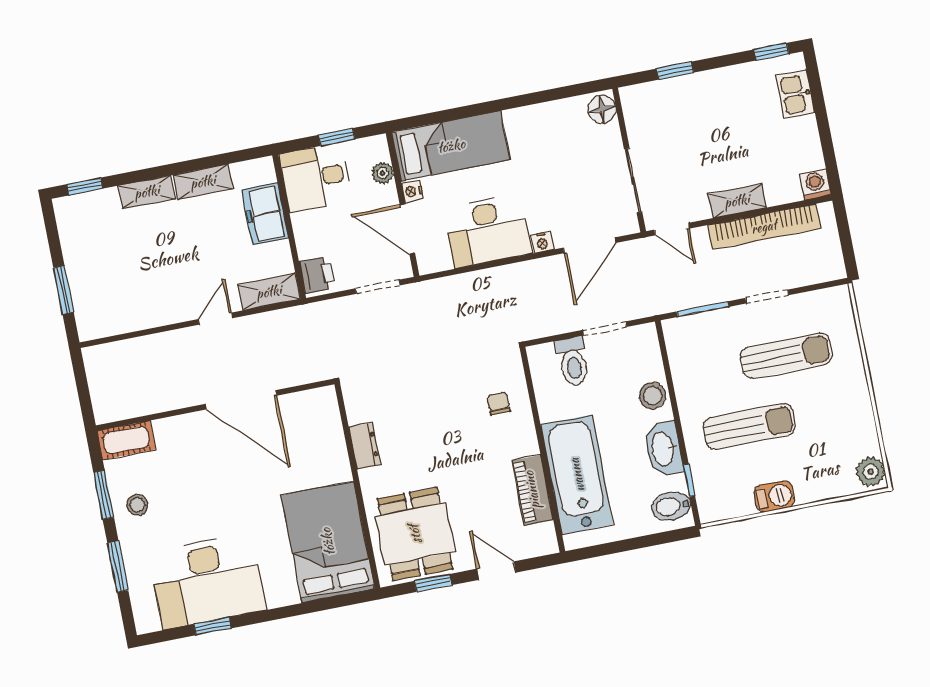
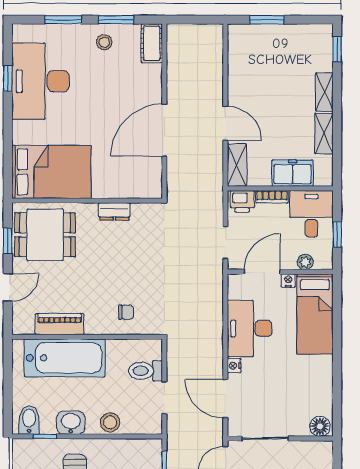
bookcase: (303, 236) -> (272, 197), added
door: (215, 319) -> (225, 123), width x1.38
washbasin: (664, 449) -> (71, 423), width x0.72

